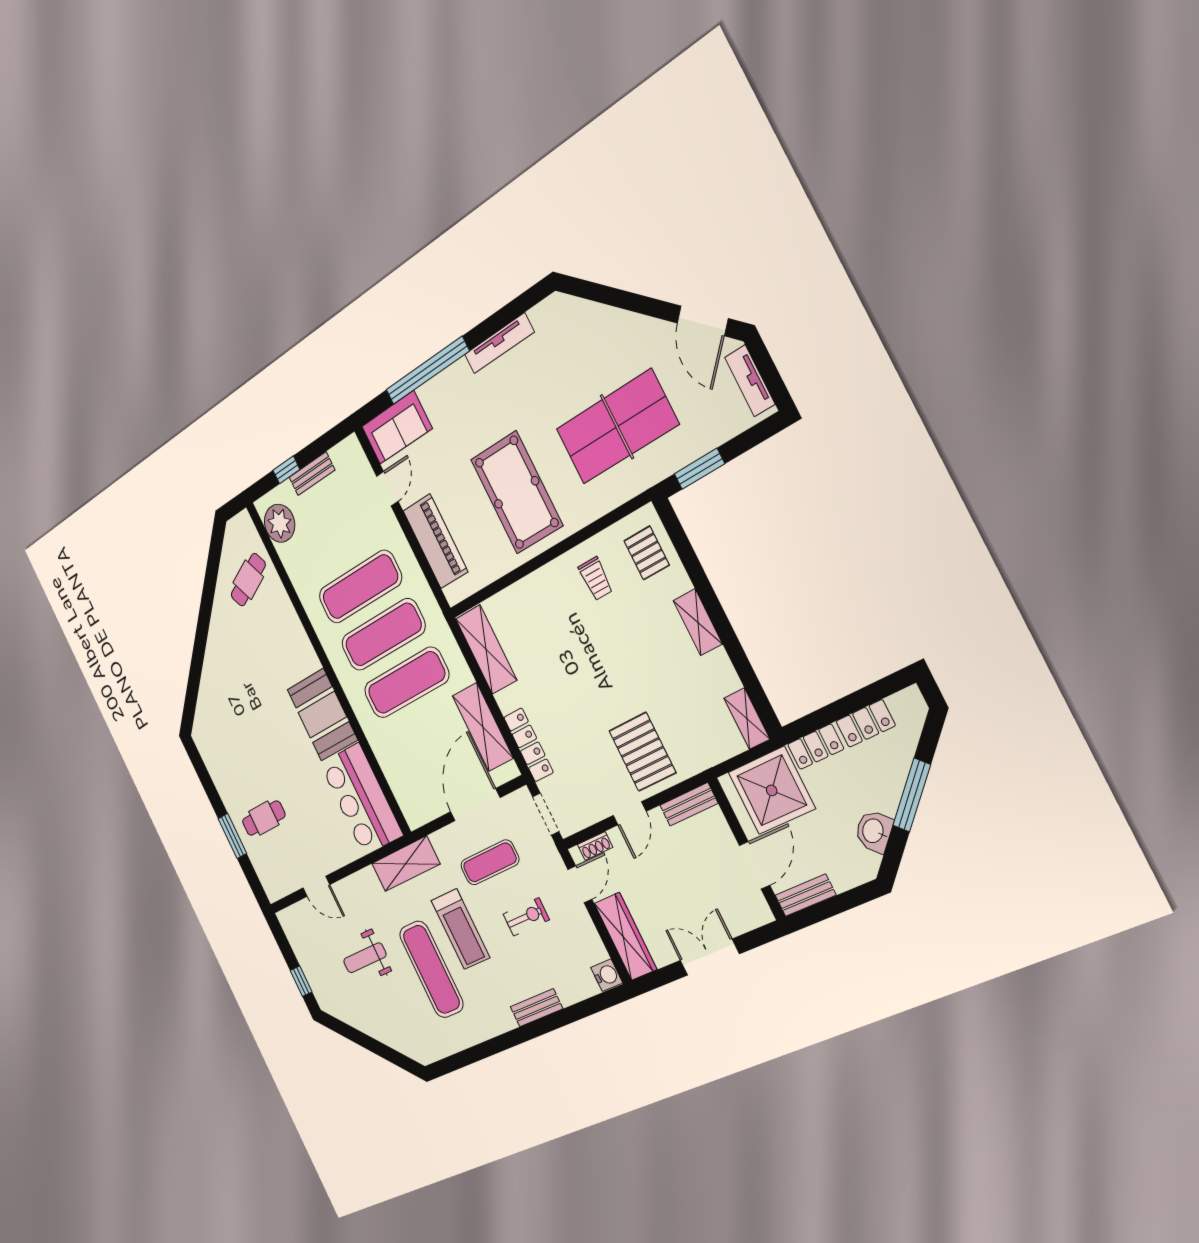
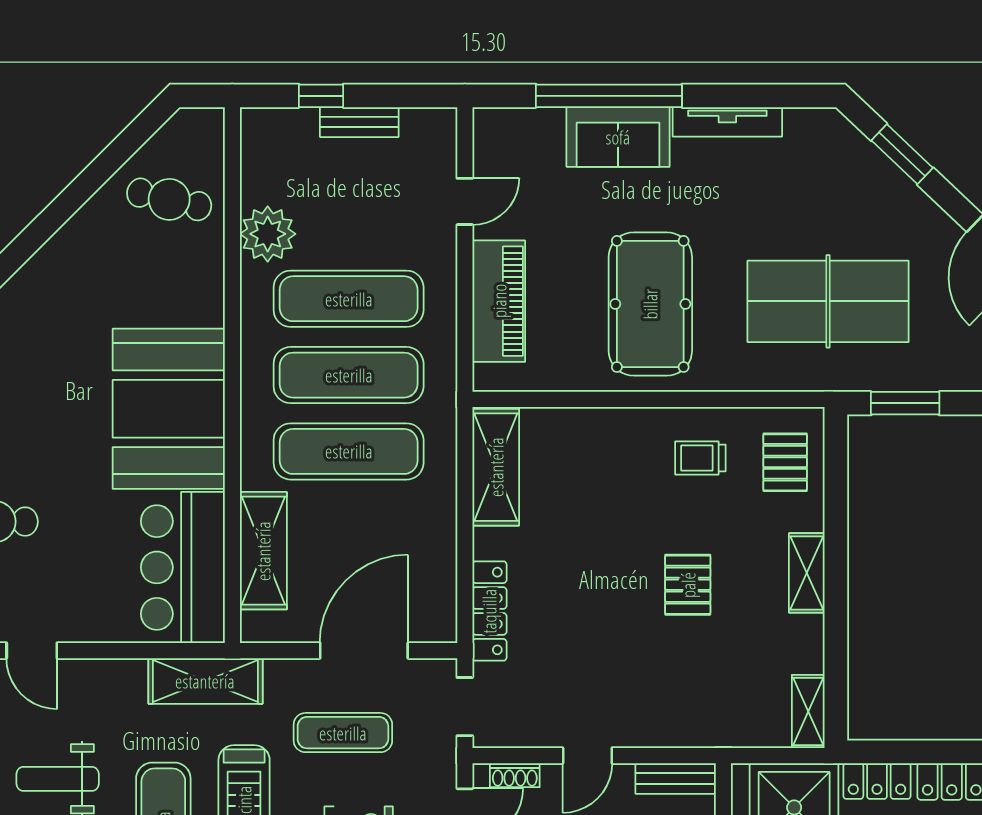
window: (610, 296) -> (902, 154), added
sofa: (397, 427) -> (618, 137), moved
plant: (280, 523) -> (268, 234), moved
trolley: (596, 579) -> (700, 458), turned 90
cafe table: (248, 580) -> (169, 199), turned 38
booth: (322, 715) -> (169, 409), width x1.36, depth x1.42
shelving: (483, 727) -> (263, 551), moved
pallet: (642, 752) -> (688, 585), moved, width x0.67, depth x0.71

